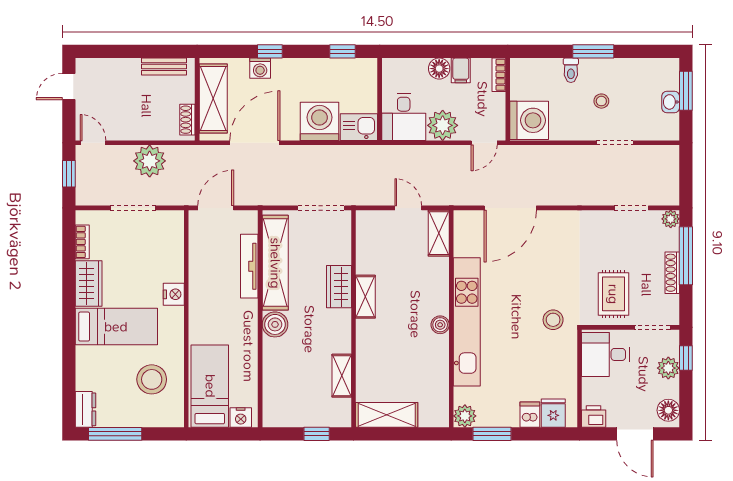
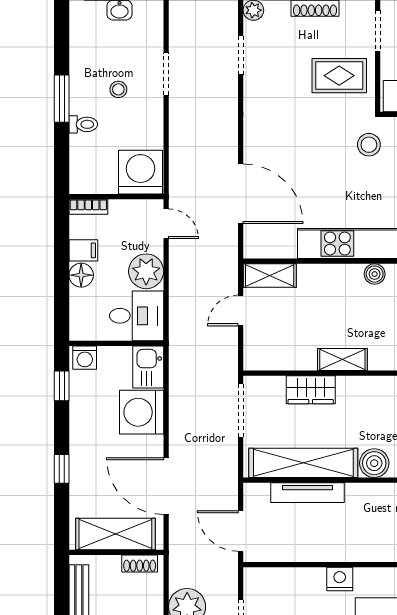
washing machine: (260, 68) -> (85, 358), moved, turned 90
wardrobe: (339, 287) -> (311, 390), moved

